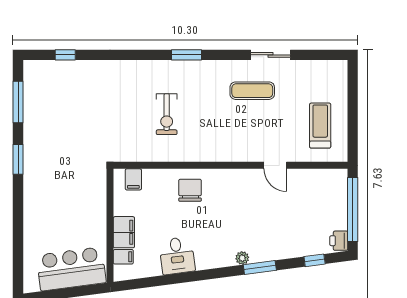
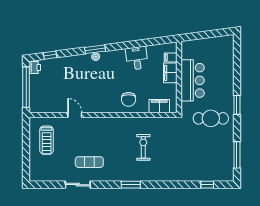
window: (18, 159) -> (237, 105), moved
cafe table: (59, 160) -> (211, 118), added
filing cabinet: (133, 179) -> (159, 106), width x2.00
window: (260, 268) -> (95, 49), moved
bar counter: (71, 269) -> (193, 80), moved, turned -82

